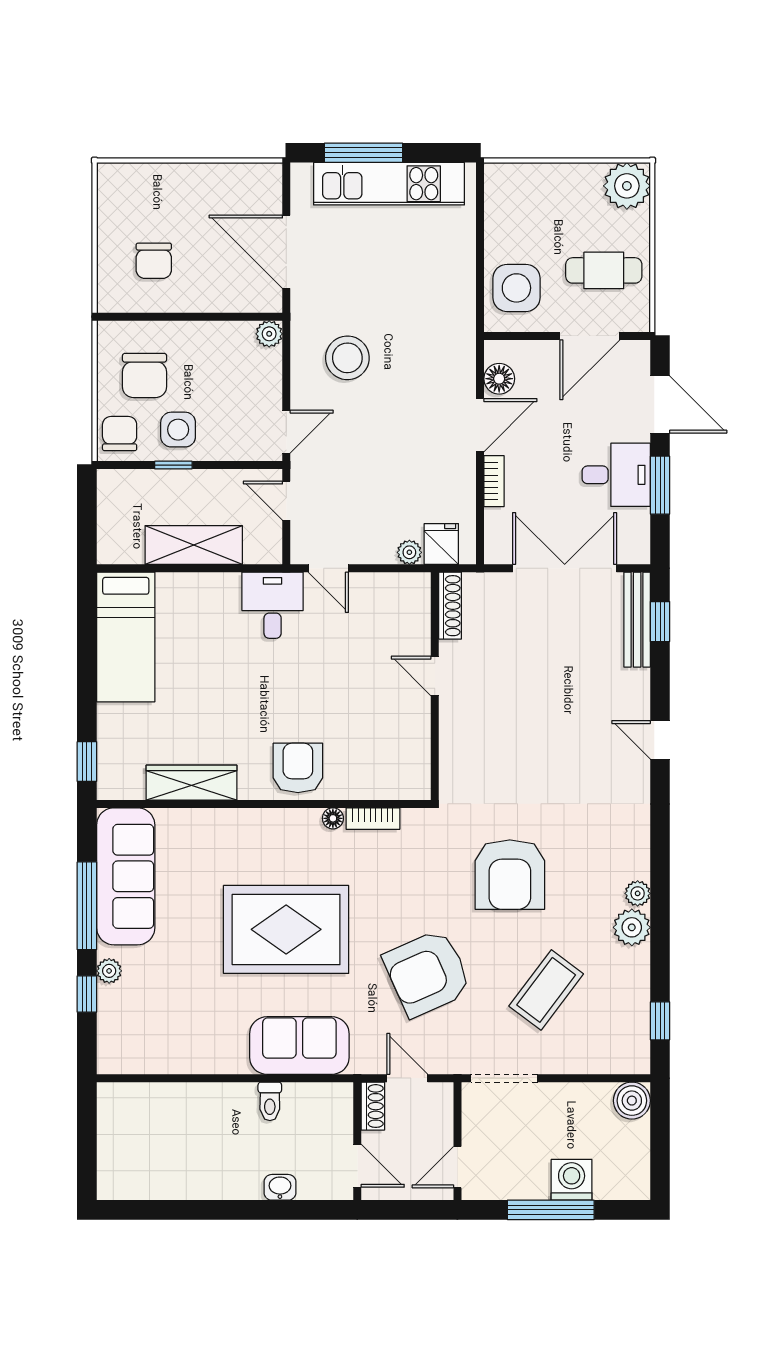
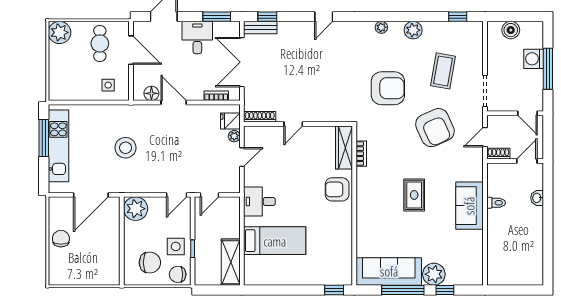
window: (363, 153) -> (44, 138), moved
chair: (154, 261) -> (61, 239), moved, turned -90
side table: (516, 288) -> (108, 85), width x0.54, depth x0.54
plant: (269, 334) -> (136, 209), width x1.87, depth x1.87
stool: (347, 358) -> (126, 148), moved
door: (286, 432) -> (177, 195), swing flipped
bookcase: (494, 481) -> (216, 96), moved
window: (660, 485) -> (217, 17), moved
shelving: (194, 545) -> (231, 262), moved
door: (328, 568) -> (242, 157), moved
bench: (637, 620) -> (260, 28), width x0.73
bed: (126, 637) -> (275, 241), moved
wardrobe: (191, 783) -> (344, 148), moved
floor lamp: (333, 818) -> (361, 173), removed
plant: (638, 893) -> (381, 27), moved
rug: (286, 929) -> (414, 195), width x0.54, depth x0.49
plant: (109, 971) -> (434, 274), width x1.88, depth x1.88
coffee table: (546, 990) -> (443, 71), turned 63
sofa: (299, 1046) -> (469, 206), moved
boiler: (632, 1101) -> (511, 30), moved

